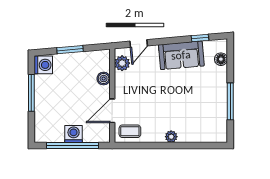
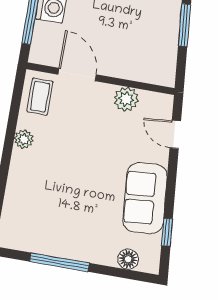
plant: (122, 63) -> (126, 99), moved
boiler: (104, 79) -> (130, 70), removed
plant: (171, 137) -> (24, 139), moved

